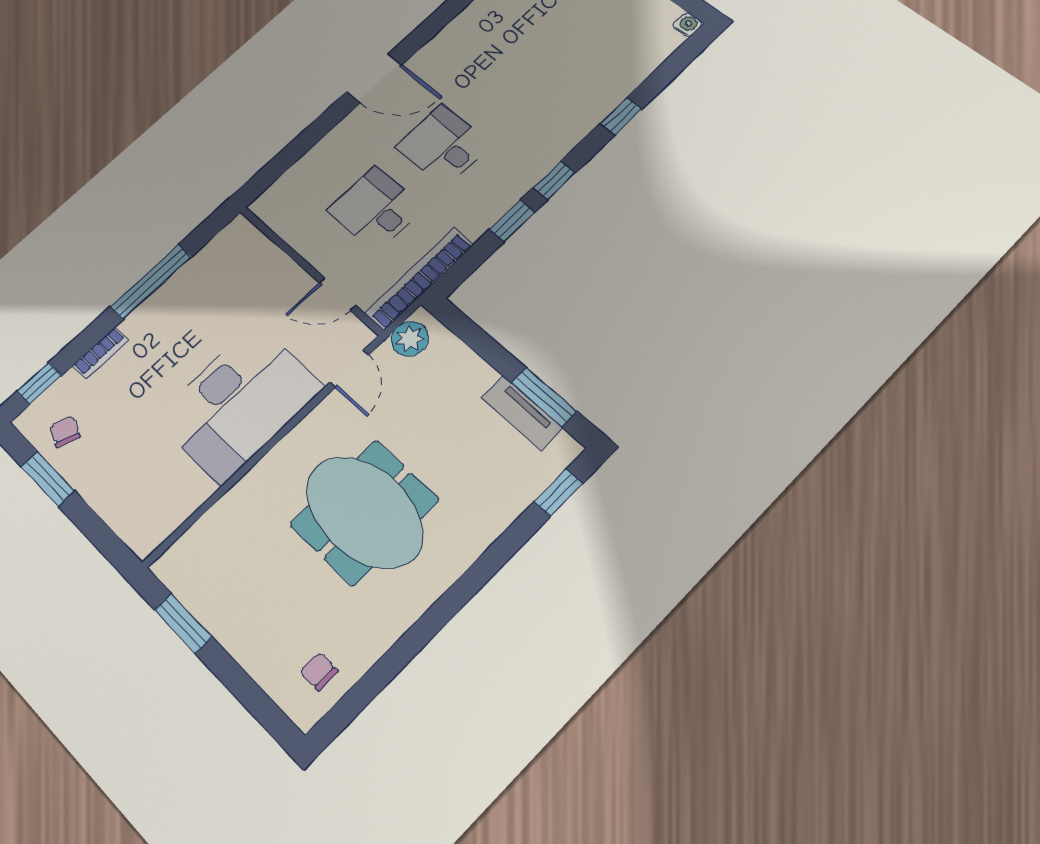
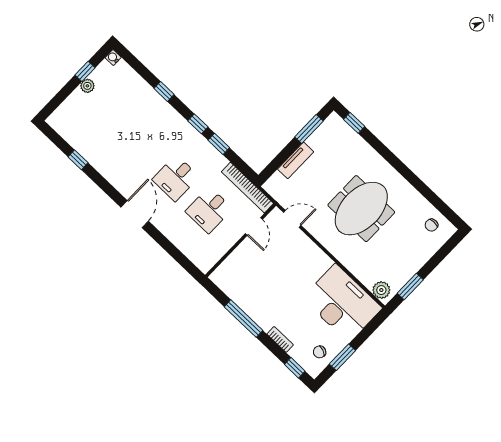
plant: (410, 339) -> (381, 290), moved
desk: (239, 403) -> (342, 303), moved
tv unit: (522, 413) -> (296, 160), moved

